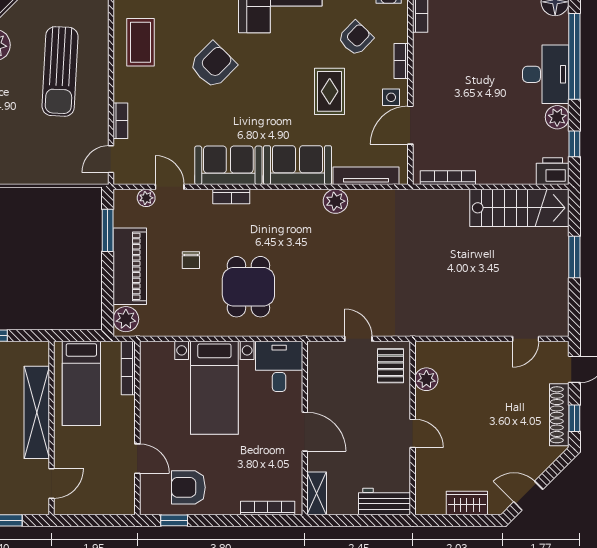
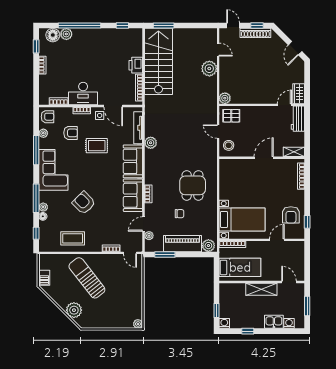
armchair: (356, 38) -> (71, 133), turned 136
sun lounger: (60, 71) -> (87, 278), turned -131
desk: (546, 74) -> (83, 94), moved, turned 180
plant: (557, 117) -> (66, 34), moved
printer: (553, 171) -> (136, 65), moved
stairs: (519, 208) -> (158, 61), width x1.36, depth x1.51
window: (574, 257) -> (164, 26), moved
dining table: (248, 287) -> (193, 185), turned 90
plant: (487, 321) -> (209, 69), added
door: (358, 339) -> (218, 132), hinge flipped
stool: (330, 360) -> (229, 145), added
desk: (279, 366) -> (232, 170), removed
plant: (426, 379) -> (225, 98), moved
bed with nightstands: (214, 388) -> (242, 219), moved
shelving: (37, 412) -> (261, 289), width x0.68
door: (413, 433) -> (284, 105), moved
wardrobe: (467, 503) -> (299, 94), moved

